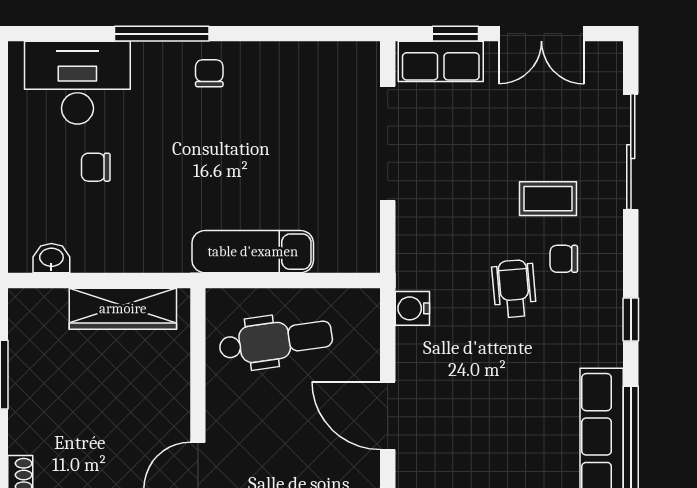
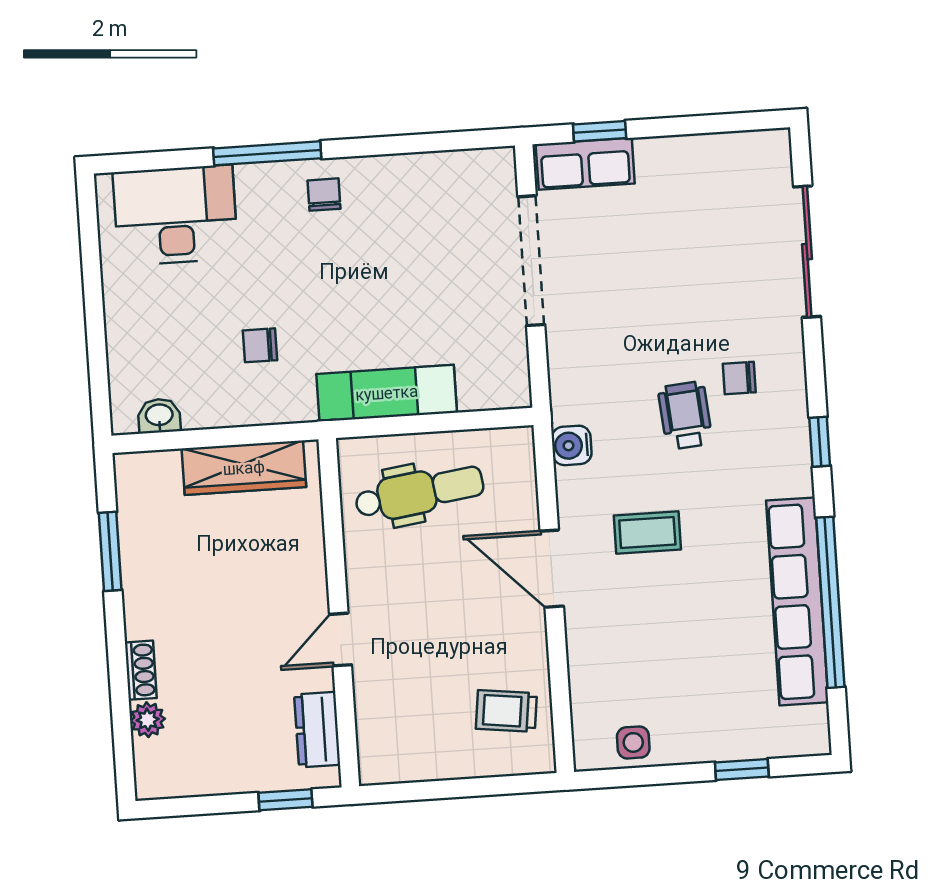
double door: (541, 34) -> (697, 125), removed
chair: (96, 167) -> (260, 345), moved
coffee table: (548, 199) -> (647, 532), moved

